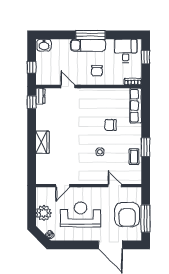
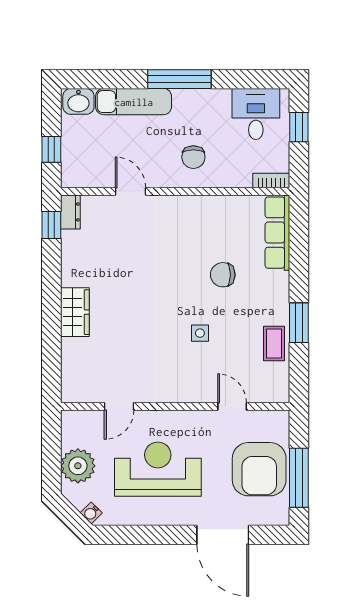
exam couch: (88, 45) -> (134, 102), moved

